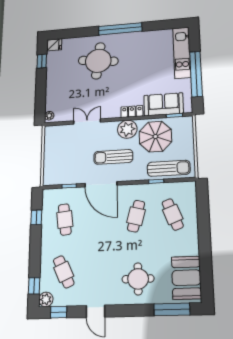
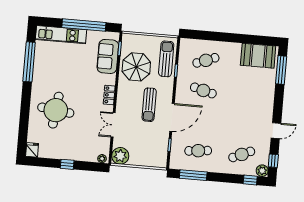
window: (120, 29) -> (29, 62), moved
window: (42, 61) -> (67, 164), moved
locker: (132, 112) -> (109, 95), moved
plant: (127, 129) -> (120, 156), moved
window: (36, 217) -> (193, 175), width x2.17
round table: (138, 279) -> (255, 94), removed

